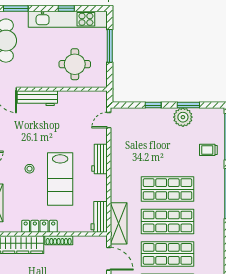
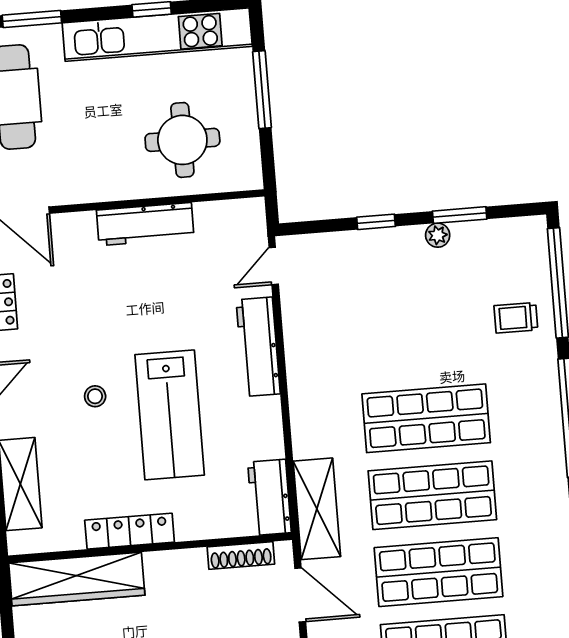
workbench: (37, 98) -> (145, 224), moved
plant: (183, 117) -> (438, 235), width x0.53, depth x0.53
workbench: (100, 159) -> (258, 347), width x1.38
shoe rack: (59, 240) -> (241, 555), moved

